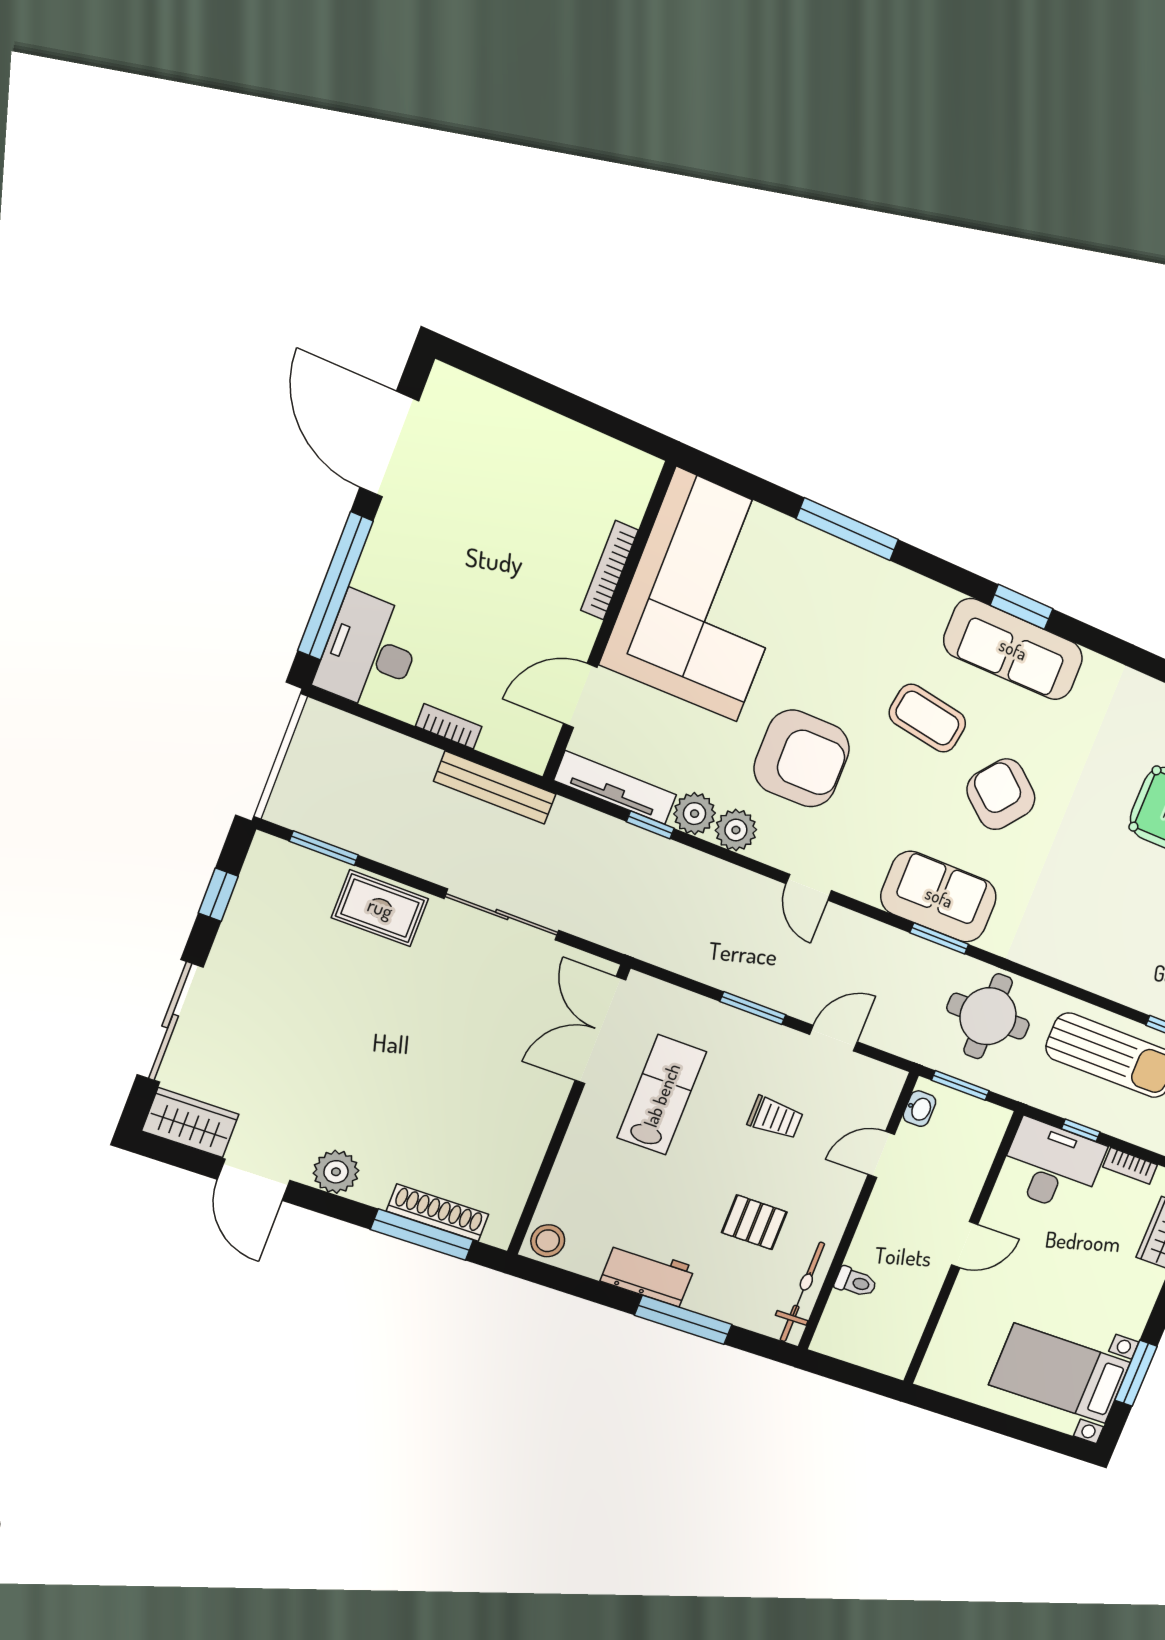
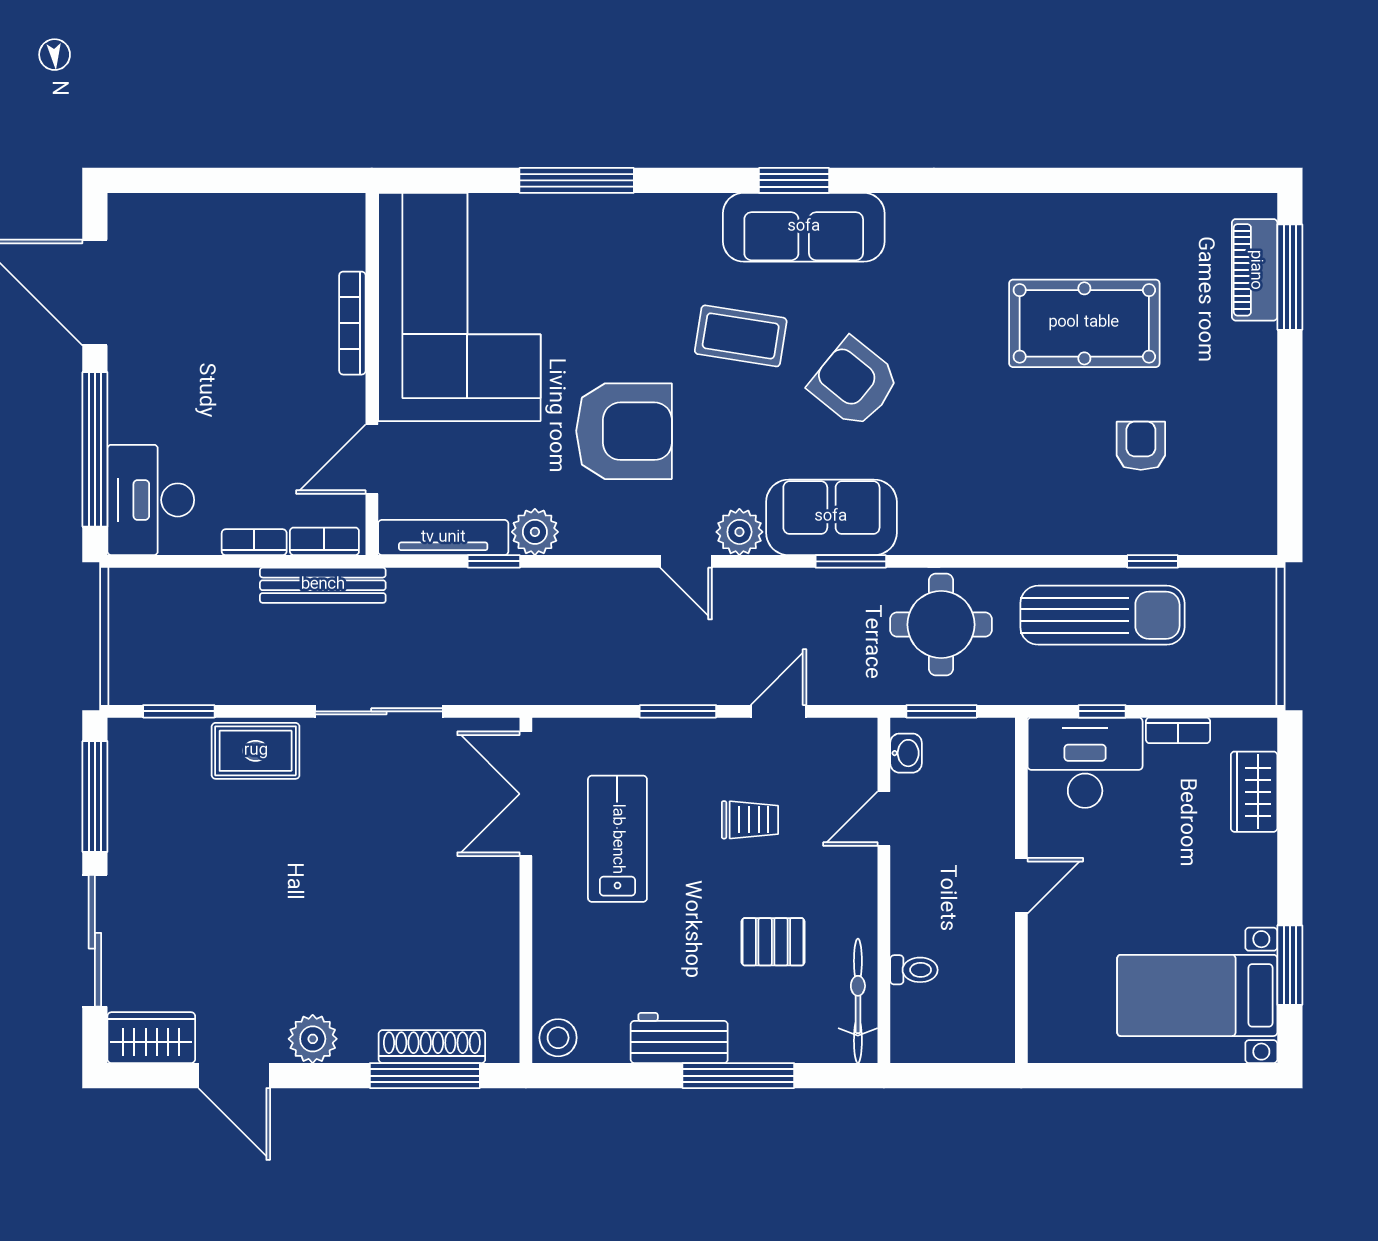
bookcase: (511, 750) -> (324, 541), added
plant: (736, 830) -> (739, 532), moved
window: (218, 895) -> (95, 797), width x2.17

